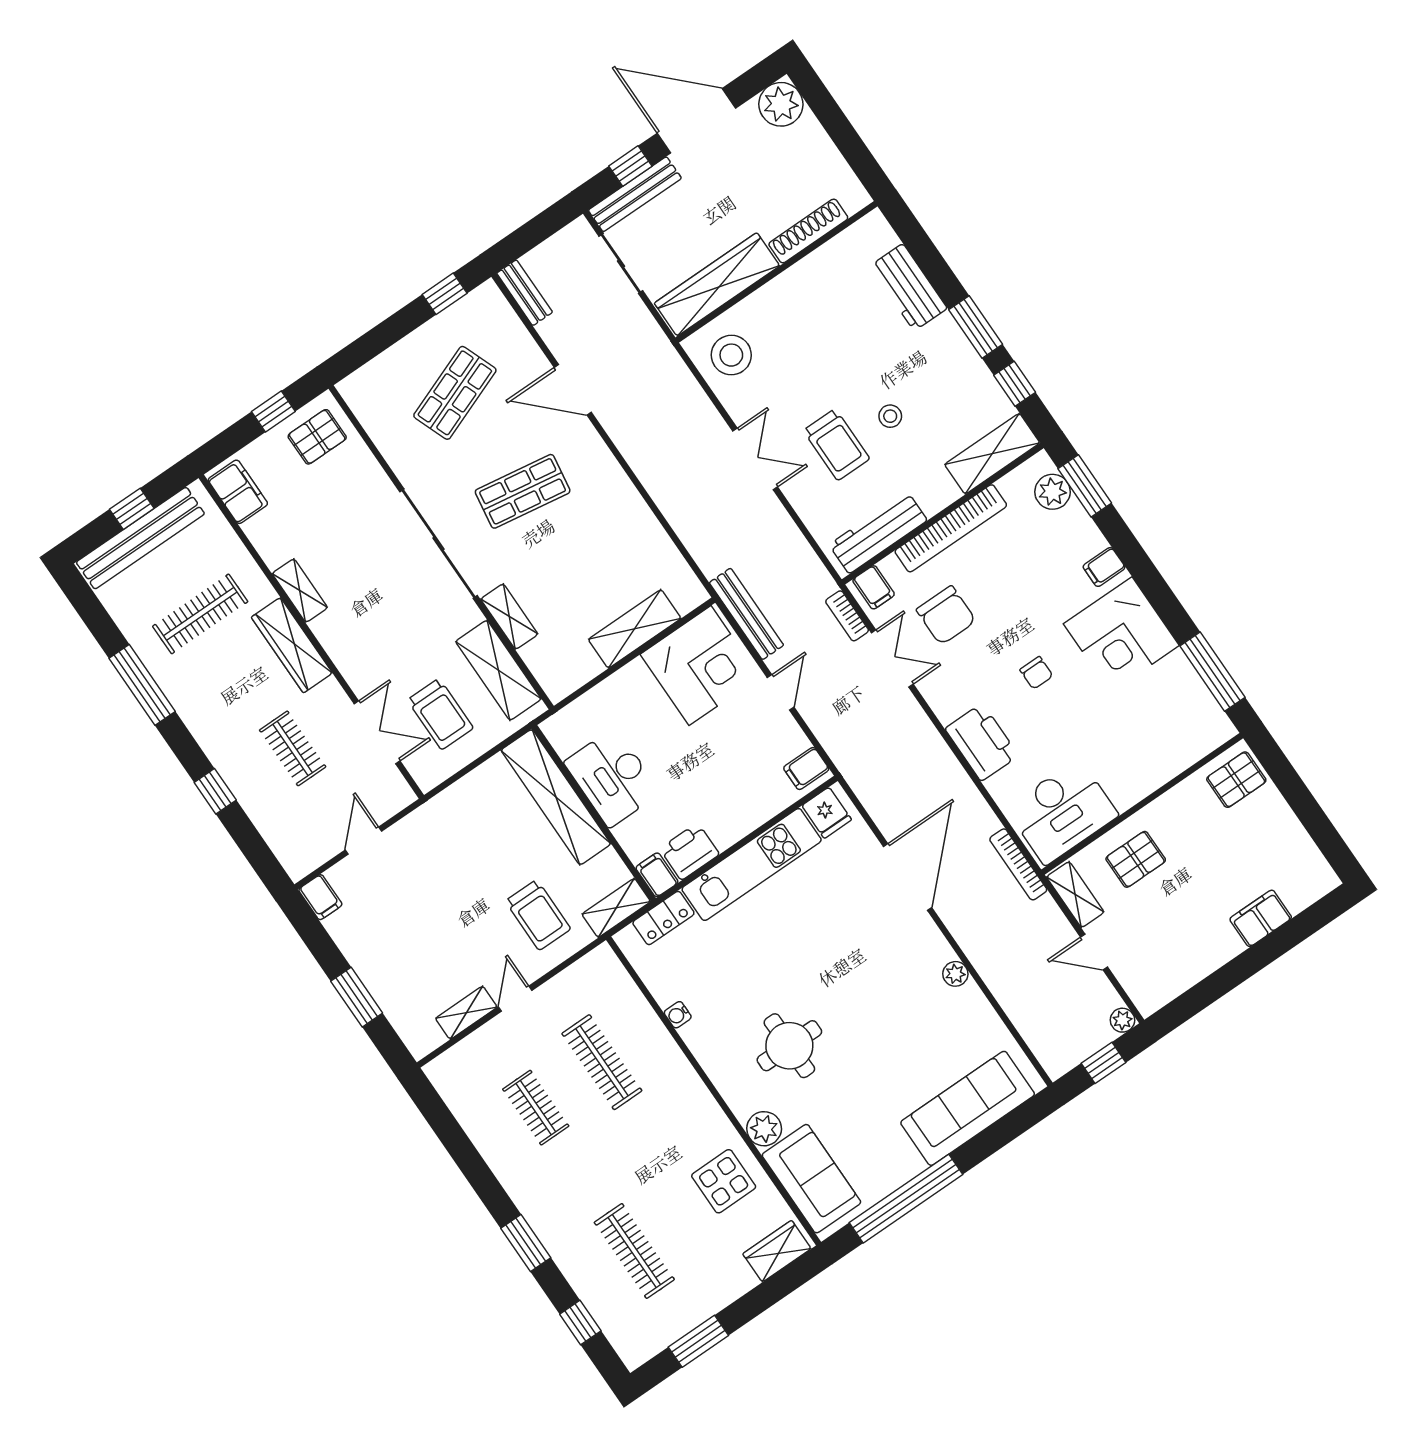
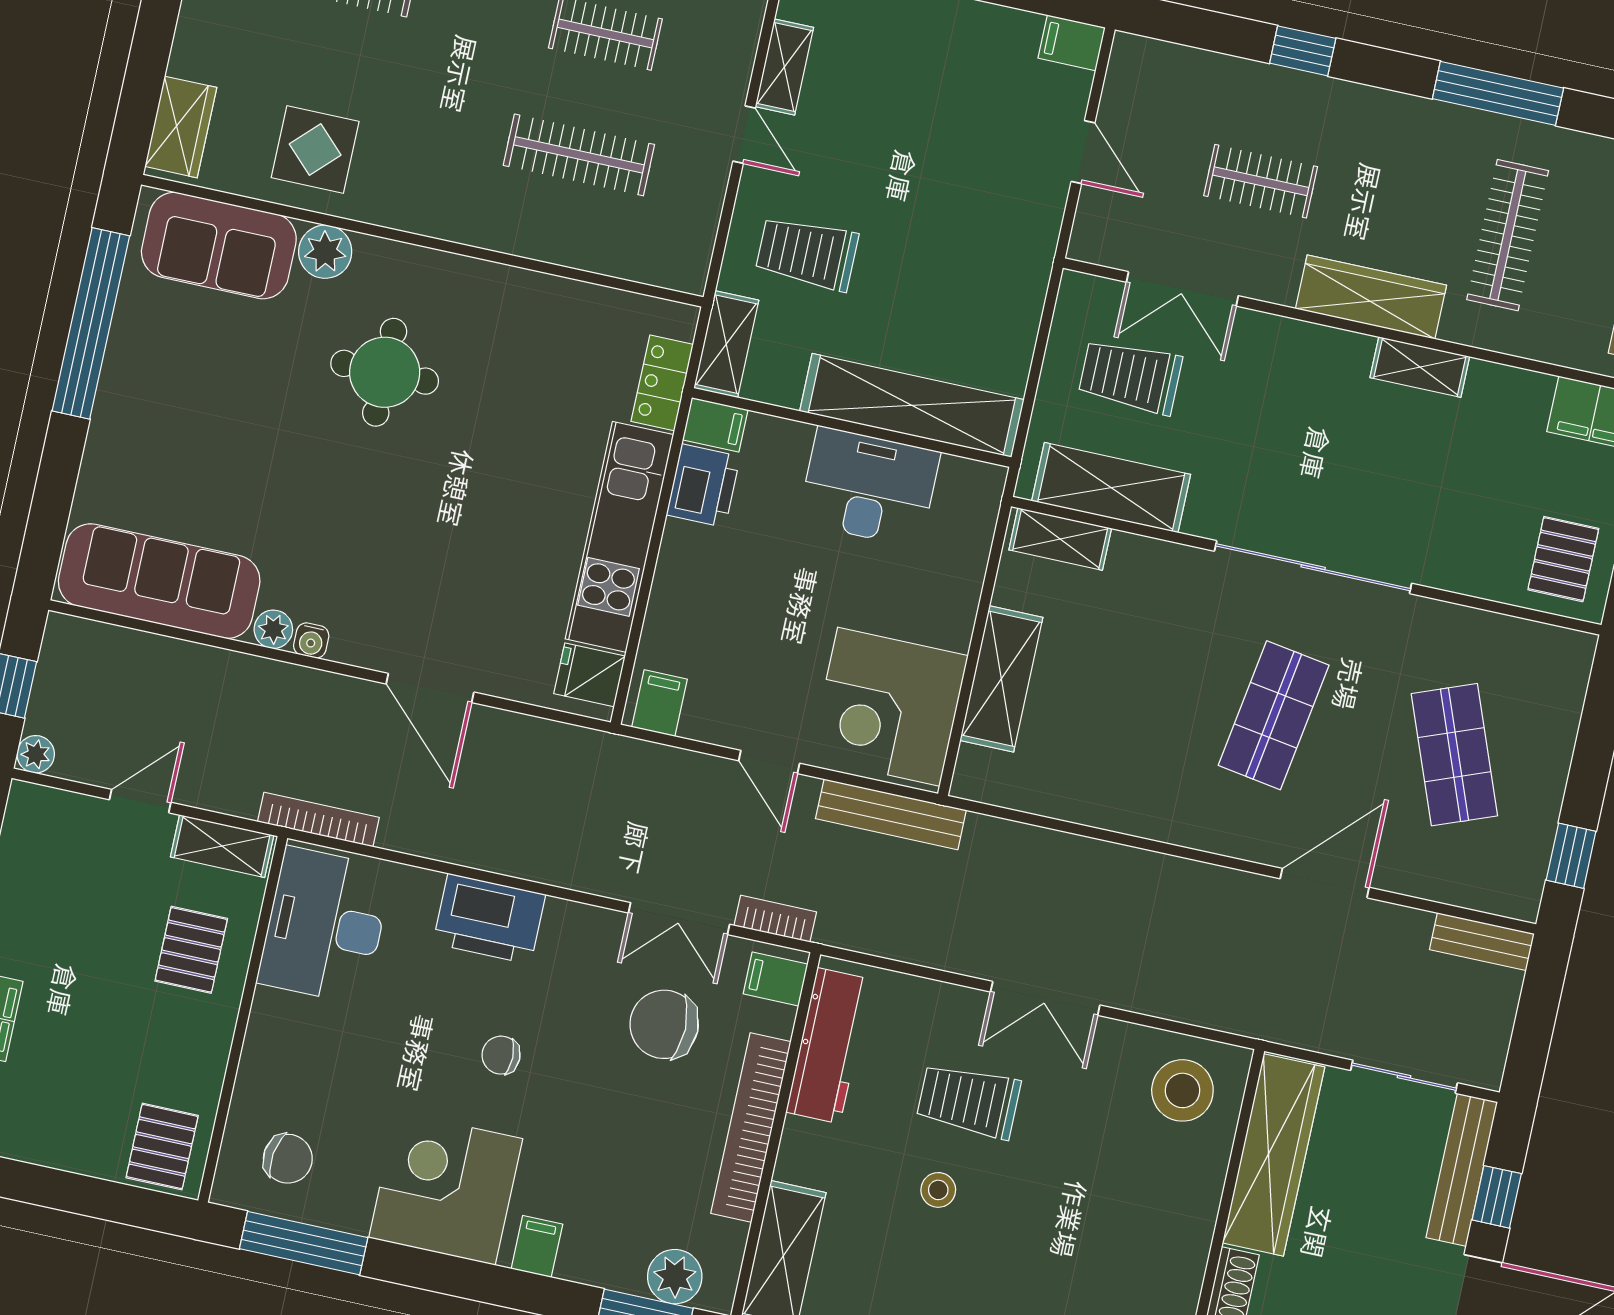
shelving: (509, 617) -> (1060, 539), moved
chair: (1183, 718) -> (288, 1159), added
door: (908, 877) -> (430, 688), width x0.73
water cooler: (678, 1015) -> (311, 641), moved, turned 180
sofa: (968, 1108) -> (159, 581), moved, turned -90

